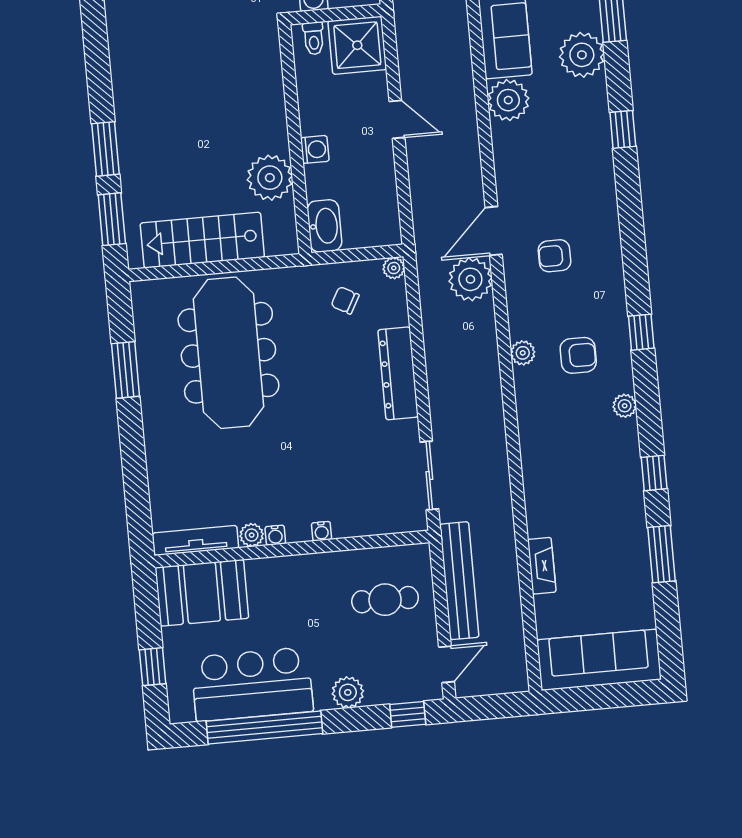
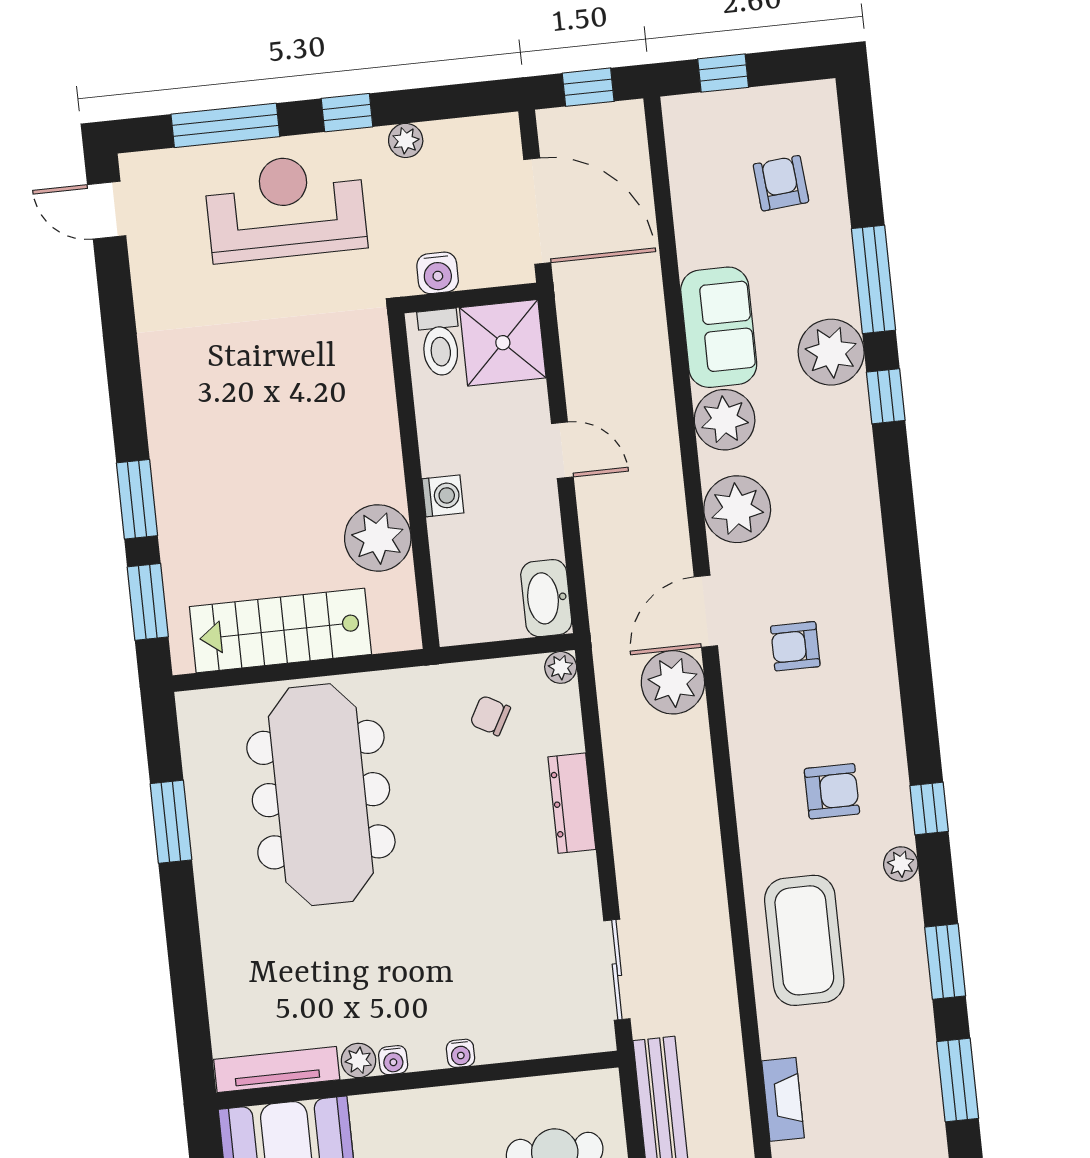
toilet: (314, 38) -> (440, 342), width x1.37, depth x1.39
window: (623, 129) -> (886, 396), moved
washbasin: (324, 226) -> (546, 598), moved, turned 180
window: (641, 332) -> (929, 809), moved
plant: (523, 353) -> (737, 509), moved, width x1.88, depth x1.88
dresser: (398, 373) -> (572, 803), width x0.73, depth x0.80
coffee table: (558, 457) -> (804, 940), added
window: (654, 473) -> (945, 962), width x1.50

